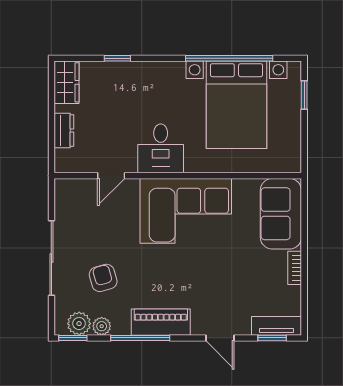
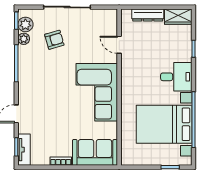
dresser: (64, 130) -> (148, 15), width x1.44
desk: (161, 148) -> (176, 77), moved, turned 180
piano: (161, 322) -> (26, 76), removed

